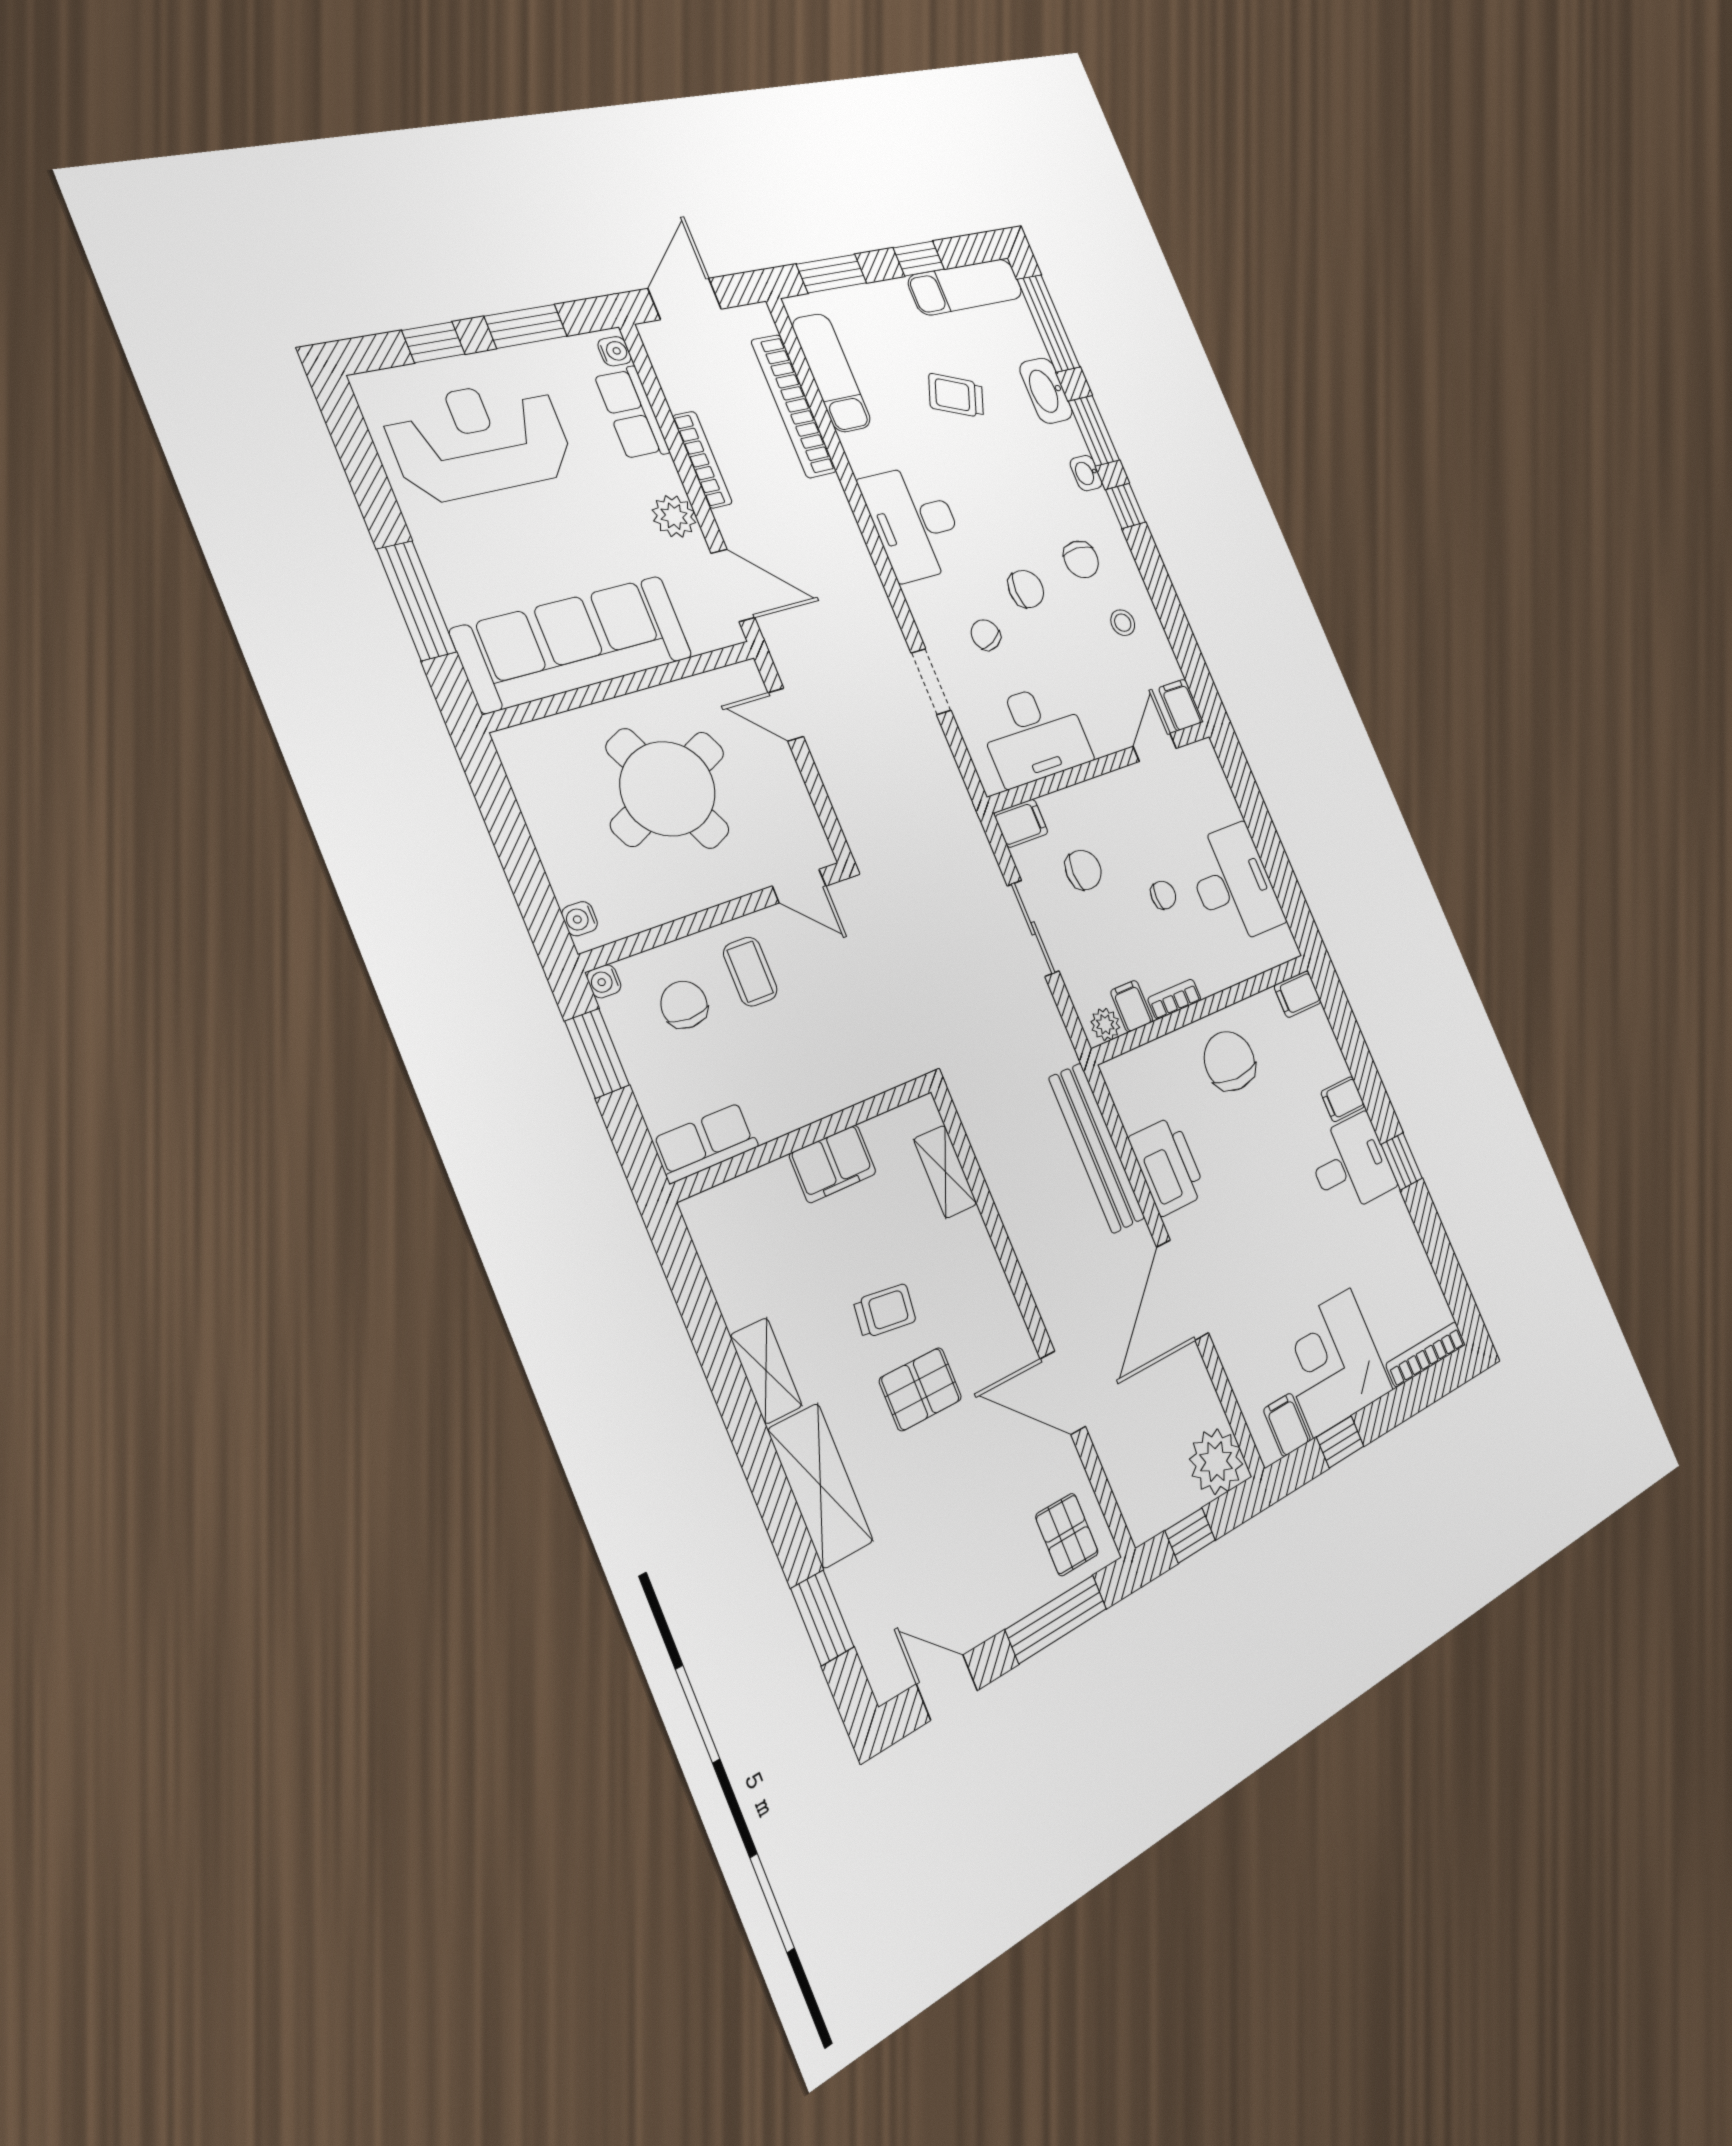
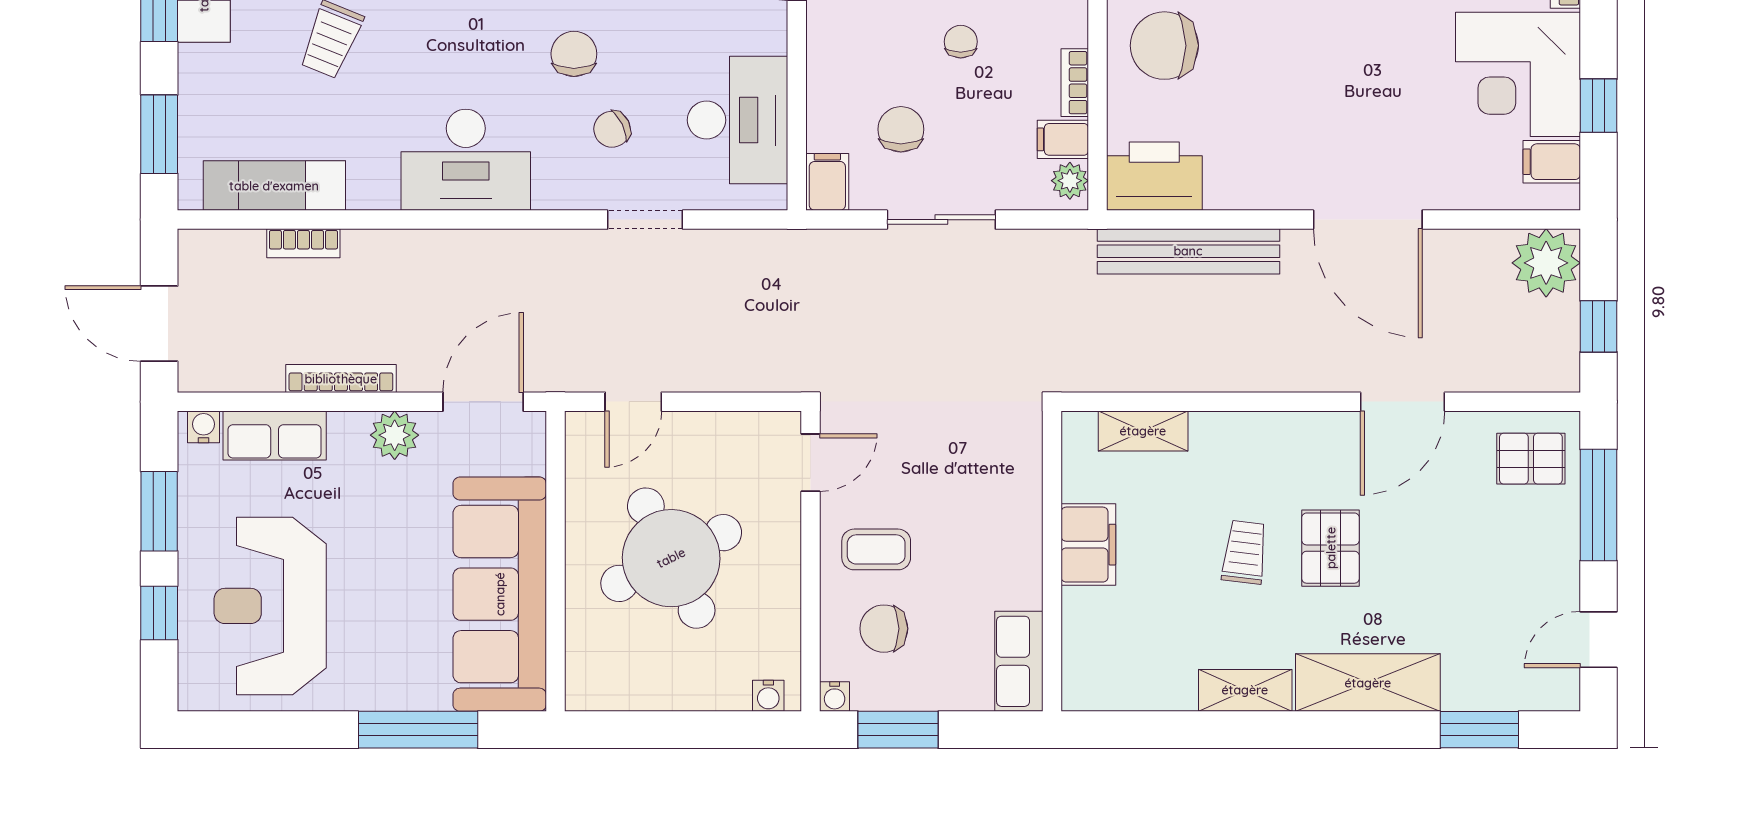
bookcase: (794, 406) -> (303, 243), width x0.43, depth x0.76
printer: (1168, 1166) -> (1154, 176), moved

